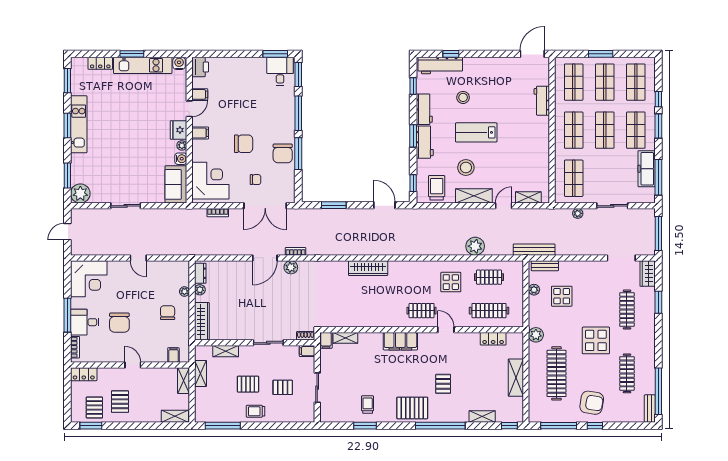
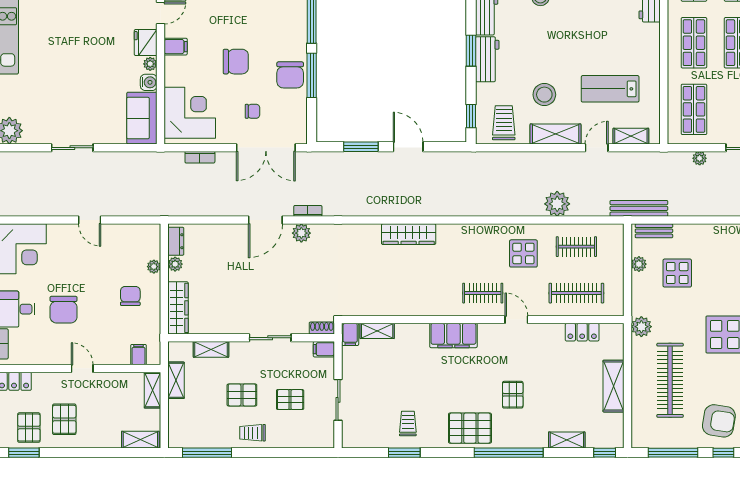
lab bench: (476, 132) -> (610, 89), moved
door: (384, 205) -> (408, 147), moved

